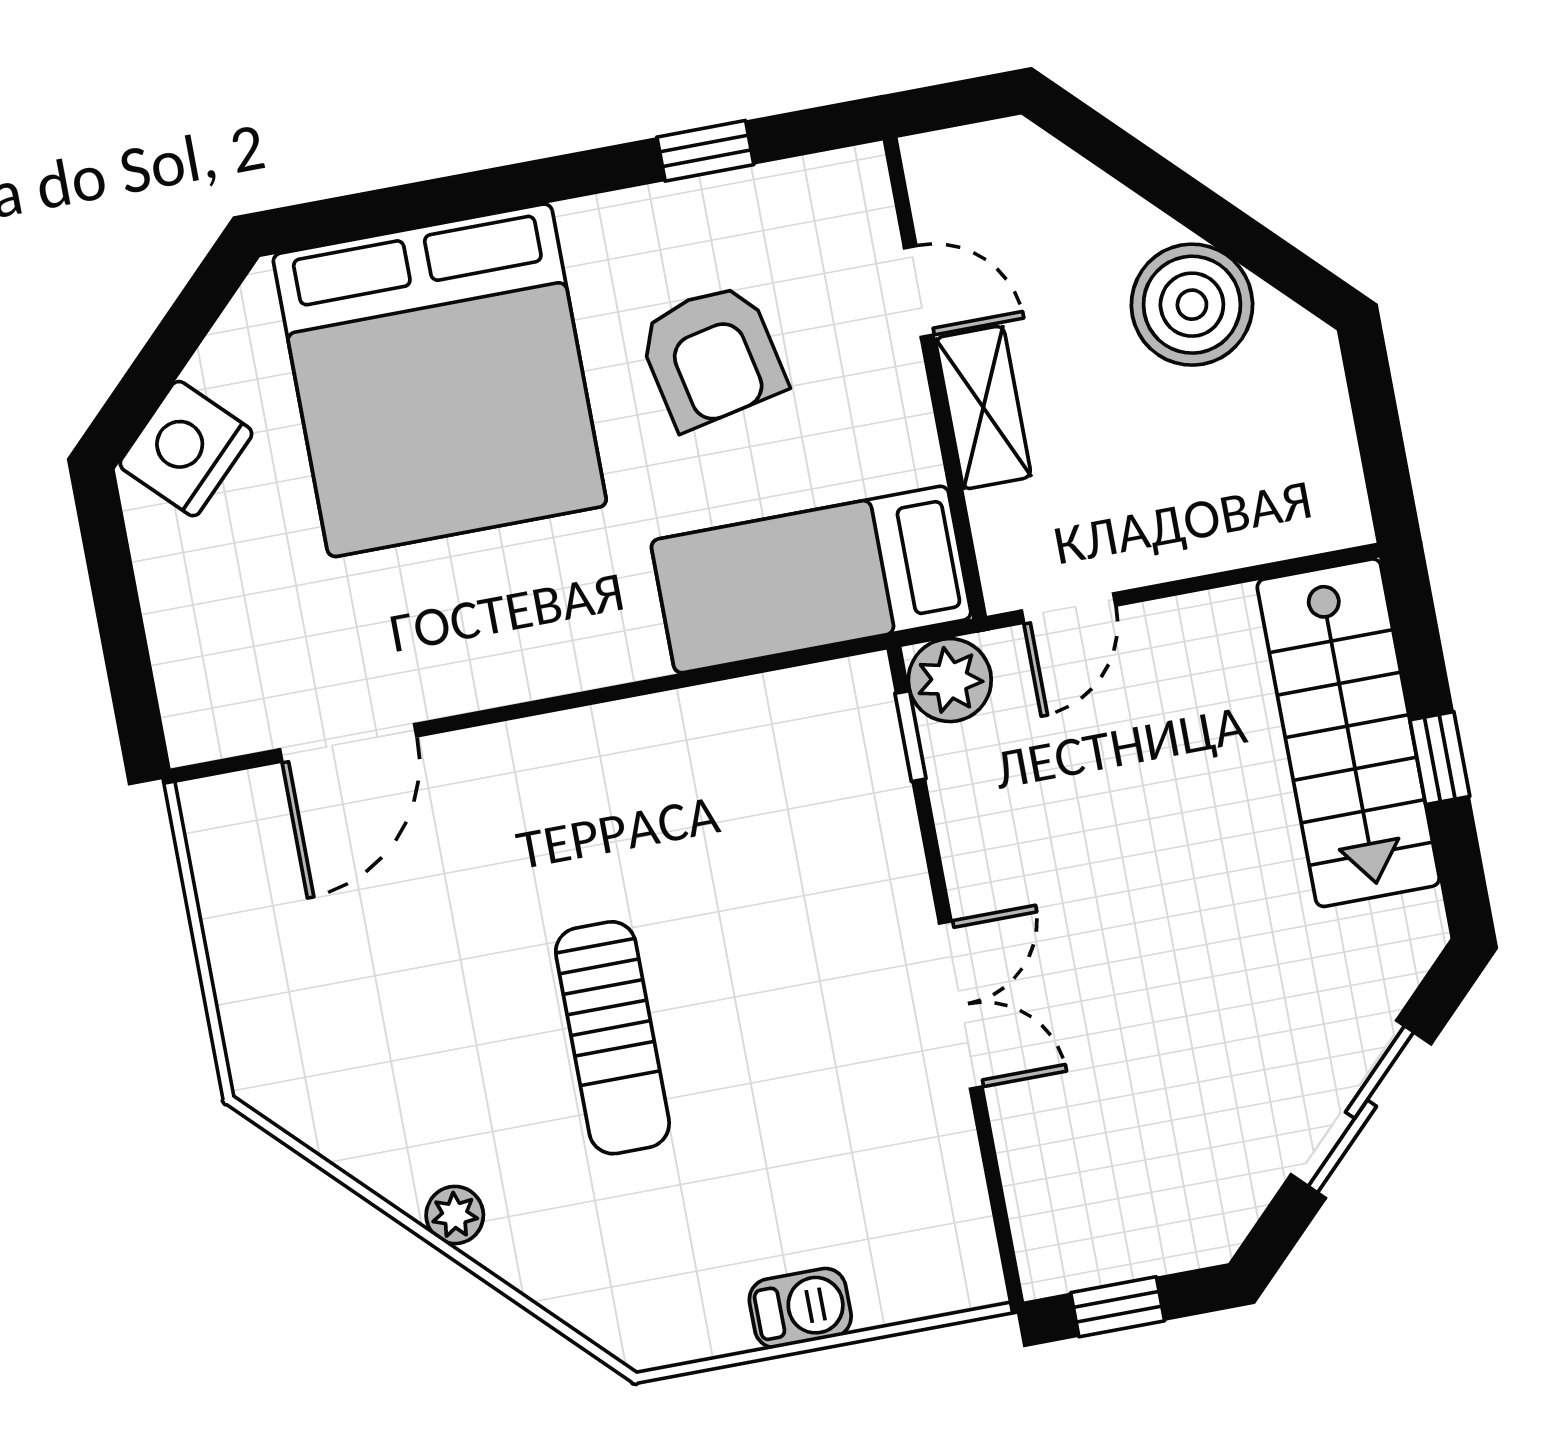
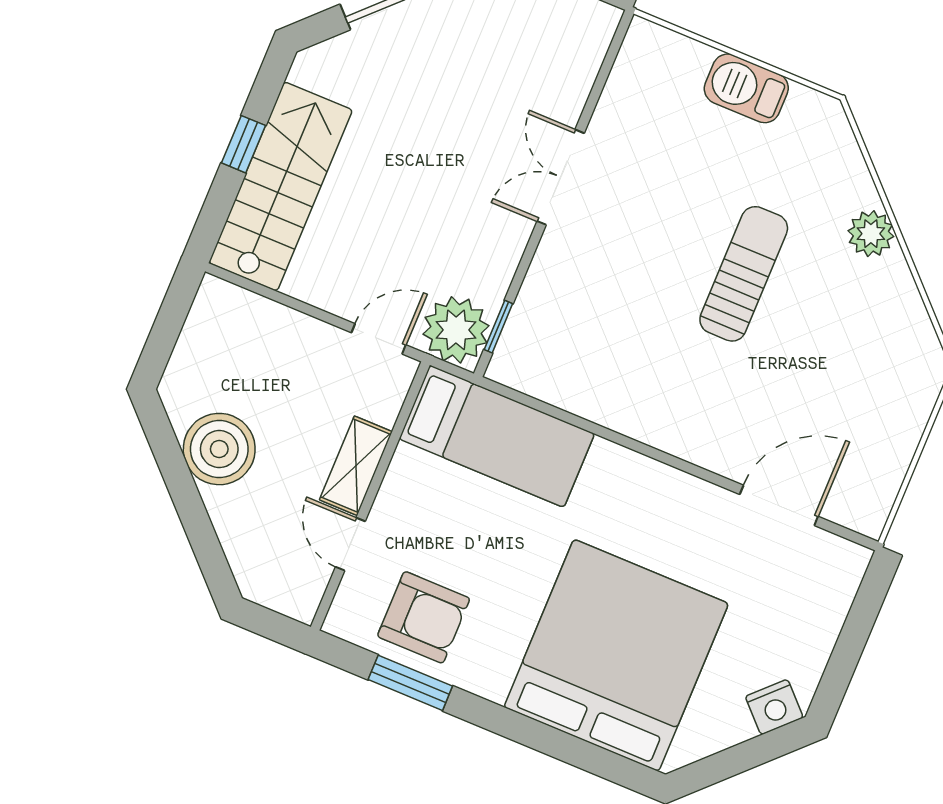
window: (705, 151) -> (410, 683), width x1.50
armchair: (712, 356) -> (424, 617), moved, turned 102
nightstand: (186, 449) -> (774, 707), width x0.74, depth x0.75
plant: (950, 680) -> (456, 330), width x1.36, depth x1.36
plant: (455, 1215) -> (871, 234), width x1.38, depth x1.38
barbecue: (800, 1308) -> (746, 88), width x1.38, depth x1.27

